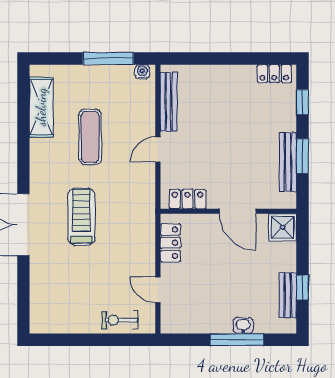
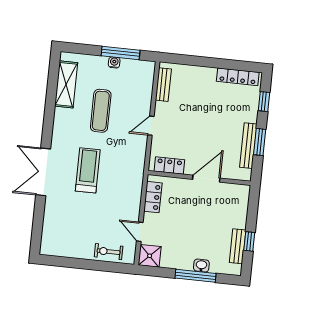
water cooler: (142, 72) -> (114, 62), moved
locker: (274, 74) -> (238, 77), width x1.53
bench: (169, 102) -> (163, 85), width x0.73
door: (238, 211) -> (206, 179), swing flipped
shower: (283, 227) -> (150, 256), moved

